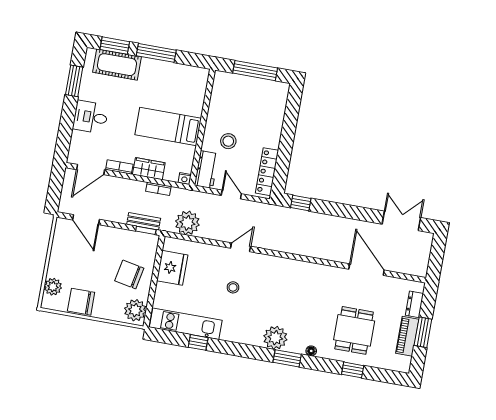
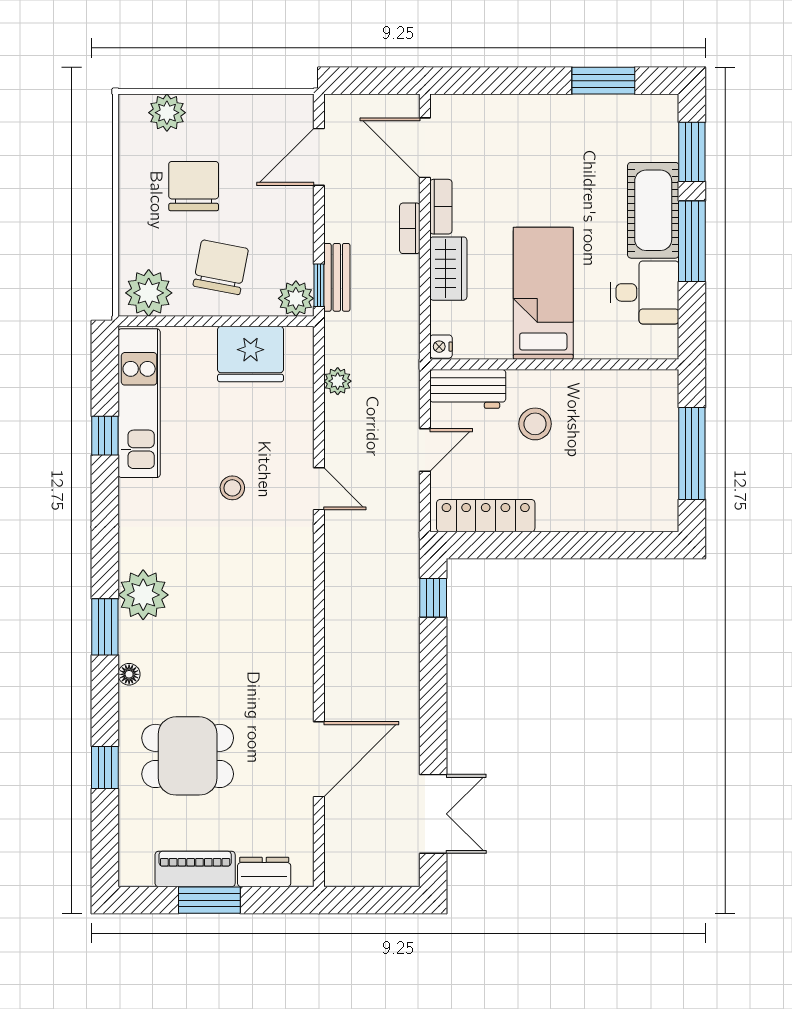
cot: (117, 65) -> (653, 210), moved
desk: (90, 117) -> (645, 292), moved, turned 90
bookcase: (158, 189) -> (410, 228), moved
plant: (187, 223) -> (338, 381), width x0.53, depth x0.53
plant: (150, 242) -> (296, 298), added
chair: (81, 302) -> (194, 186), moved

